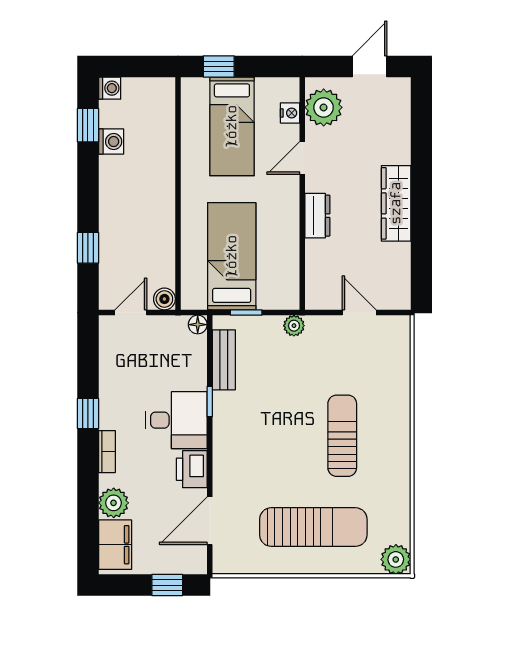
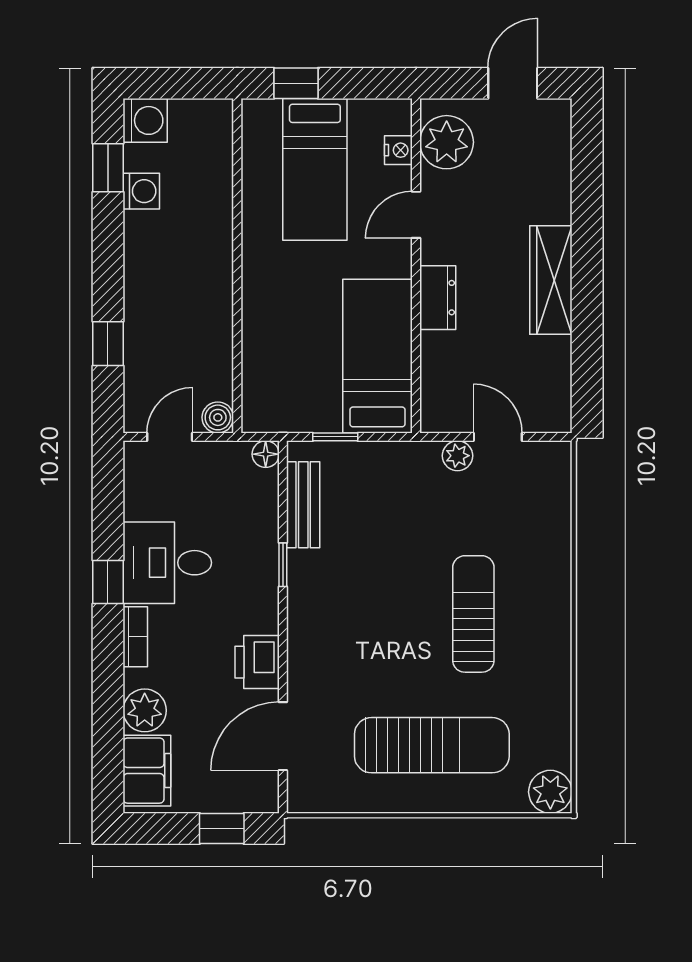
washing machine: (110, 88) -> (145, 120), width x1.38, depth x1.38
bed: (232, 256) -> (378, 356), moved
plant: (294, 326) -> (457, 456), moved
desk: (176, 420) -> (167, 563), moved, turned 180

